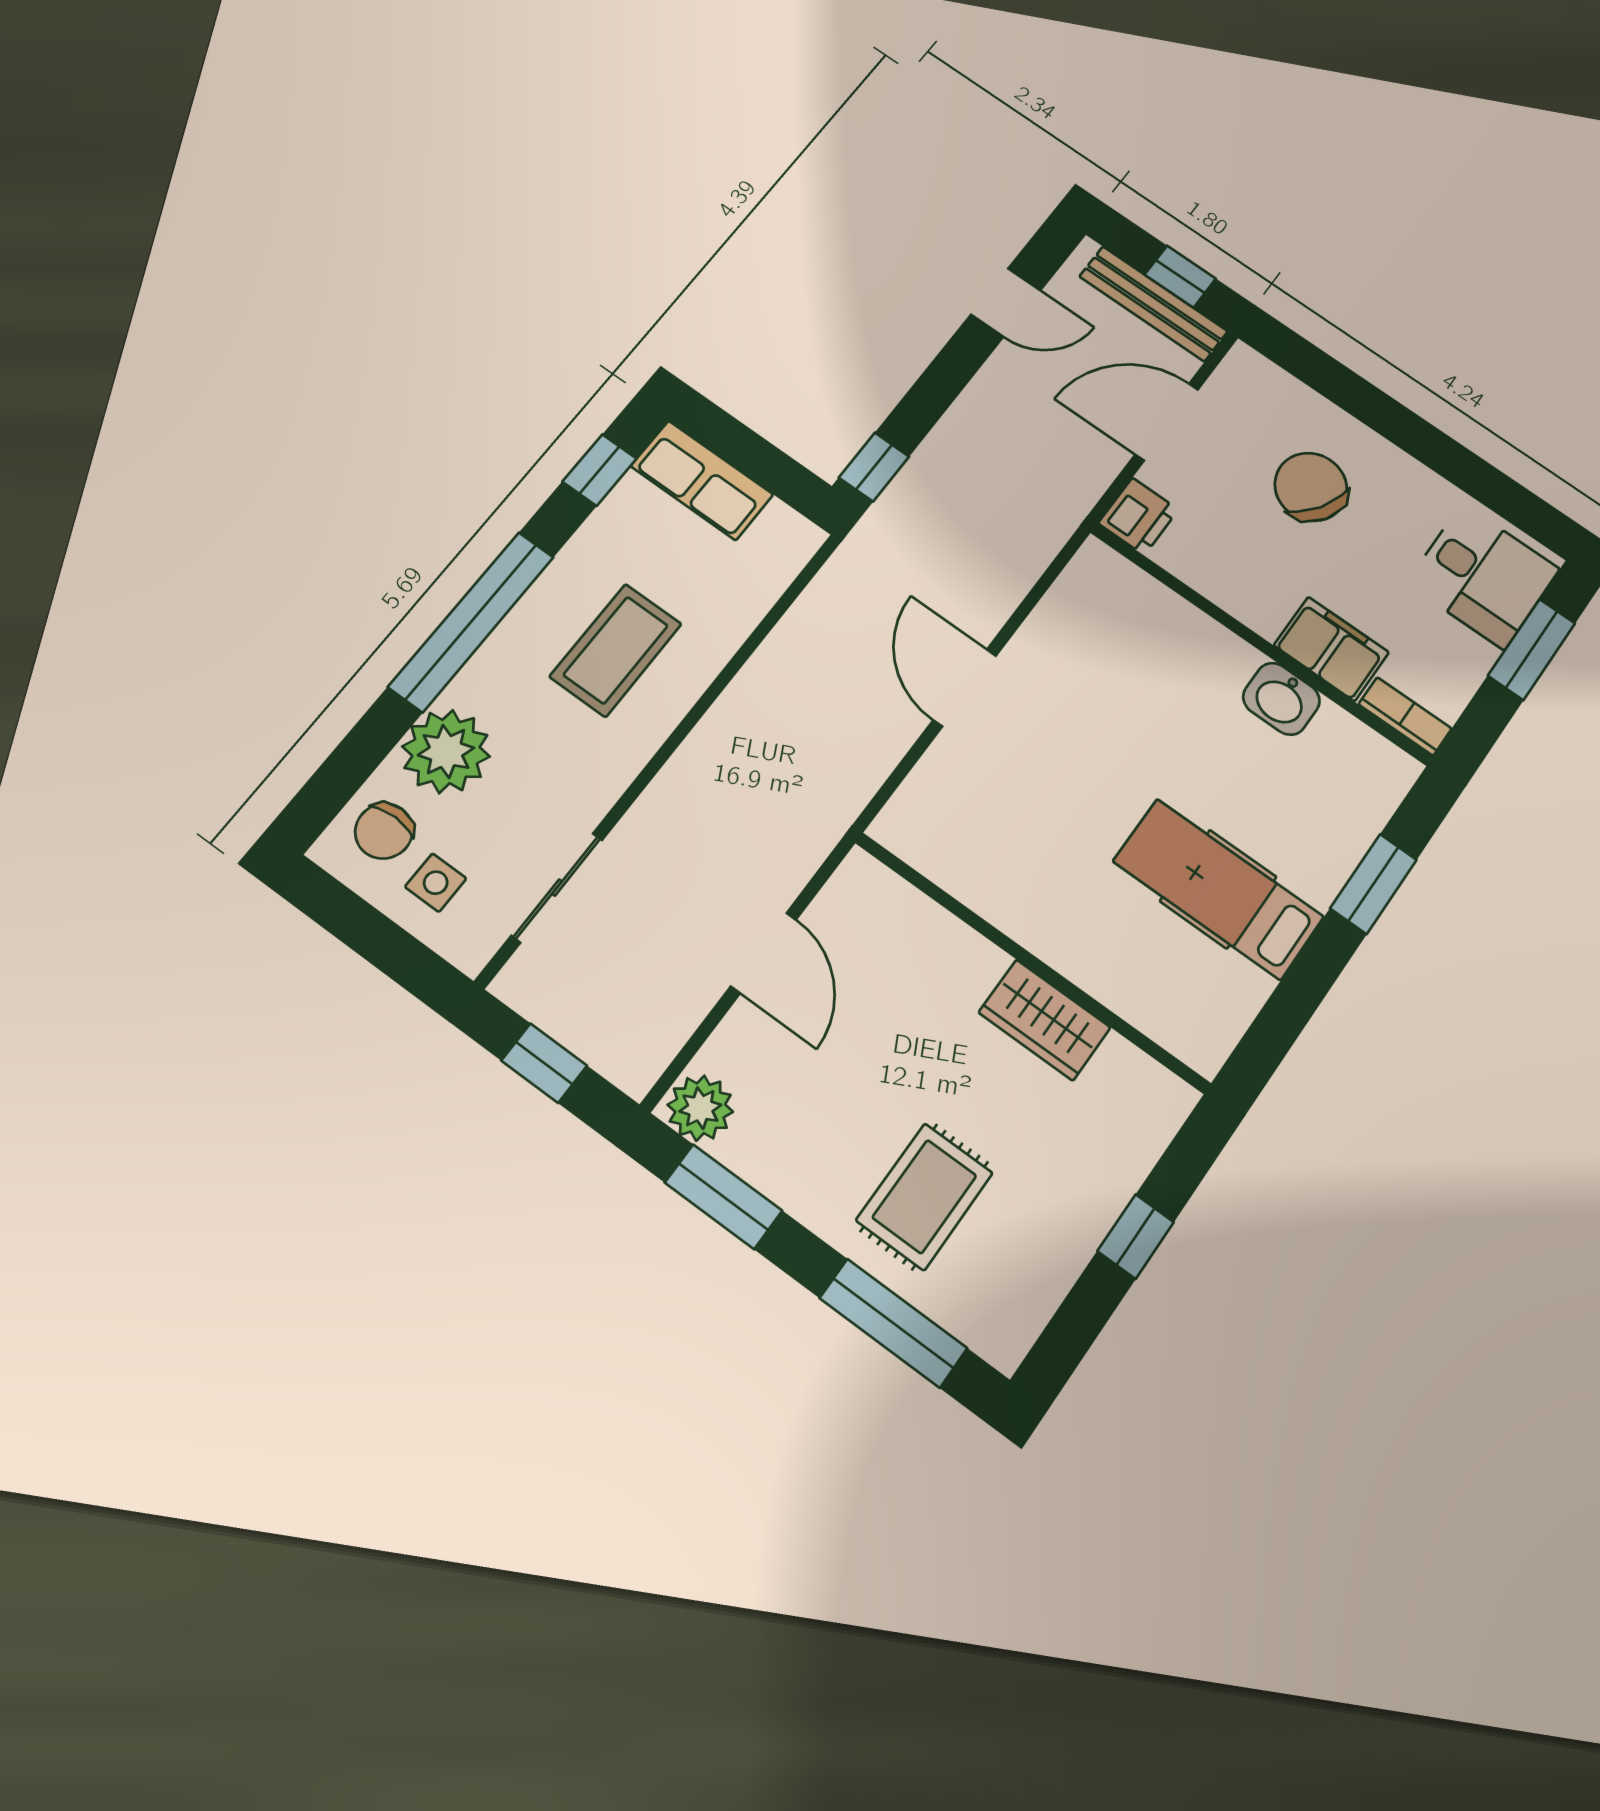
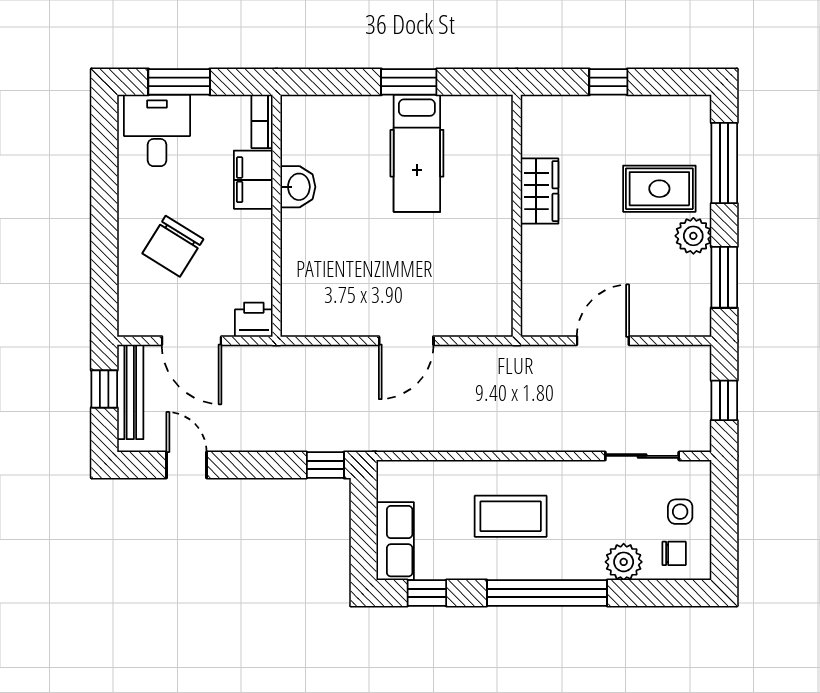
plant: (446, 751) -> (624, 562), width x0.73, depth x0.73
chair: (384, 831) -> (674, 553), width x0.73, depth x0.73
window: (1373, 884) -> (409, 82), moved
plant: (700, 1108) -> (693, 236), moved

